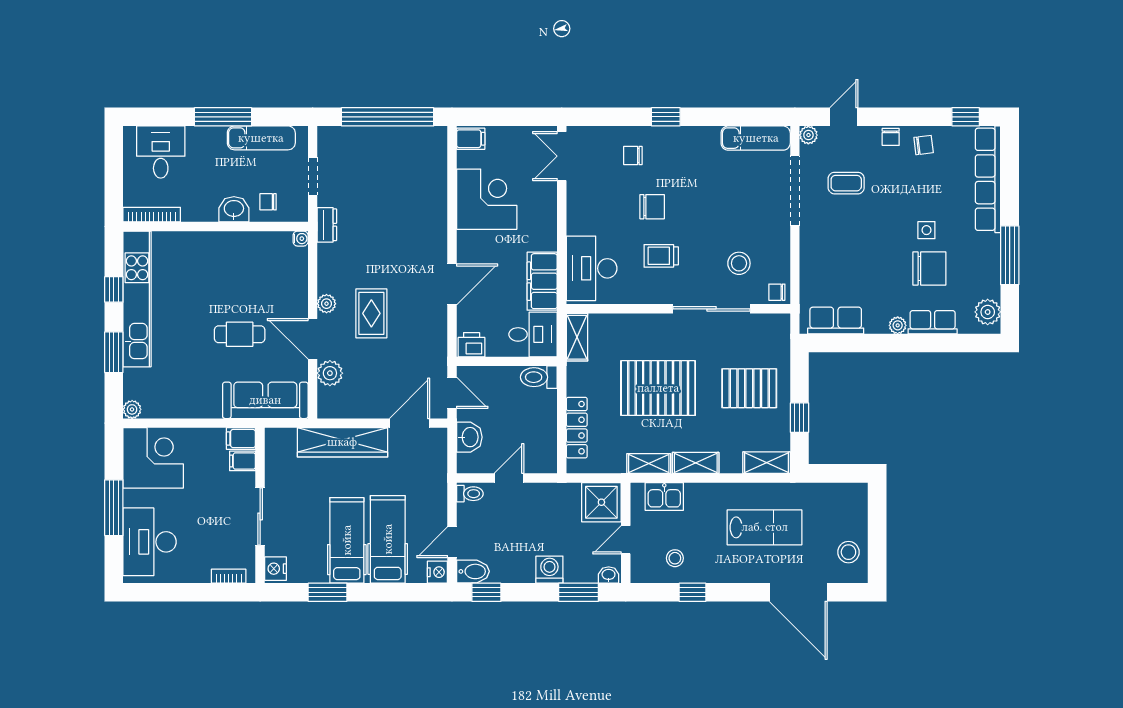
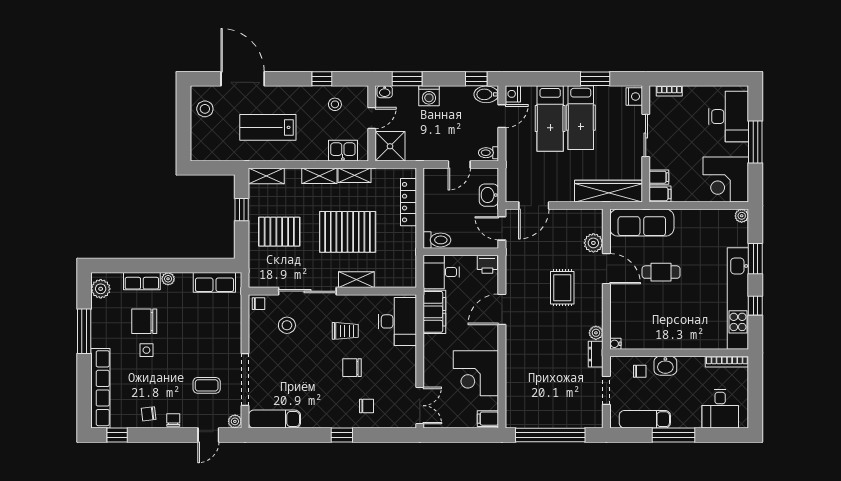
plant: (327, 304) -> (596, 333), moved
shelving: (577, 337) -> (356, 280), moved, turned 90
wardrobe: (342, 442) -> (608, 191), moved

